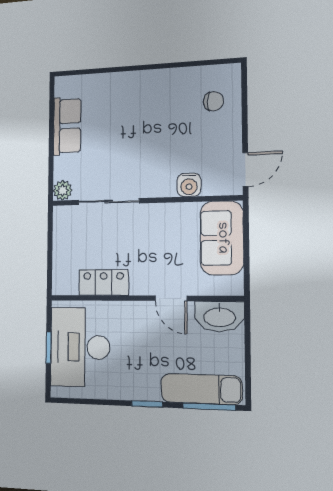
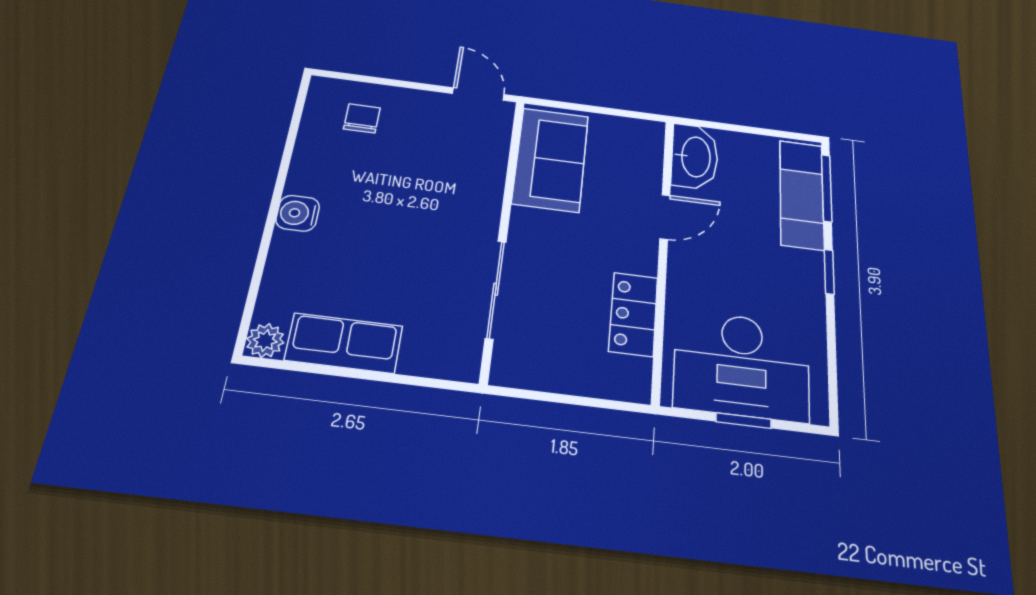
water cooler: (189, 185) -> (298, 213), moved, turned 180
plant: (63, 190) -> (265, 341), moved
sofa: (222, 238) -> (551, 159), moved, turned -90

